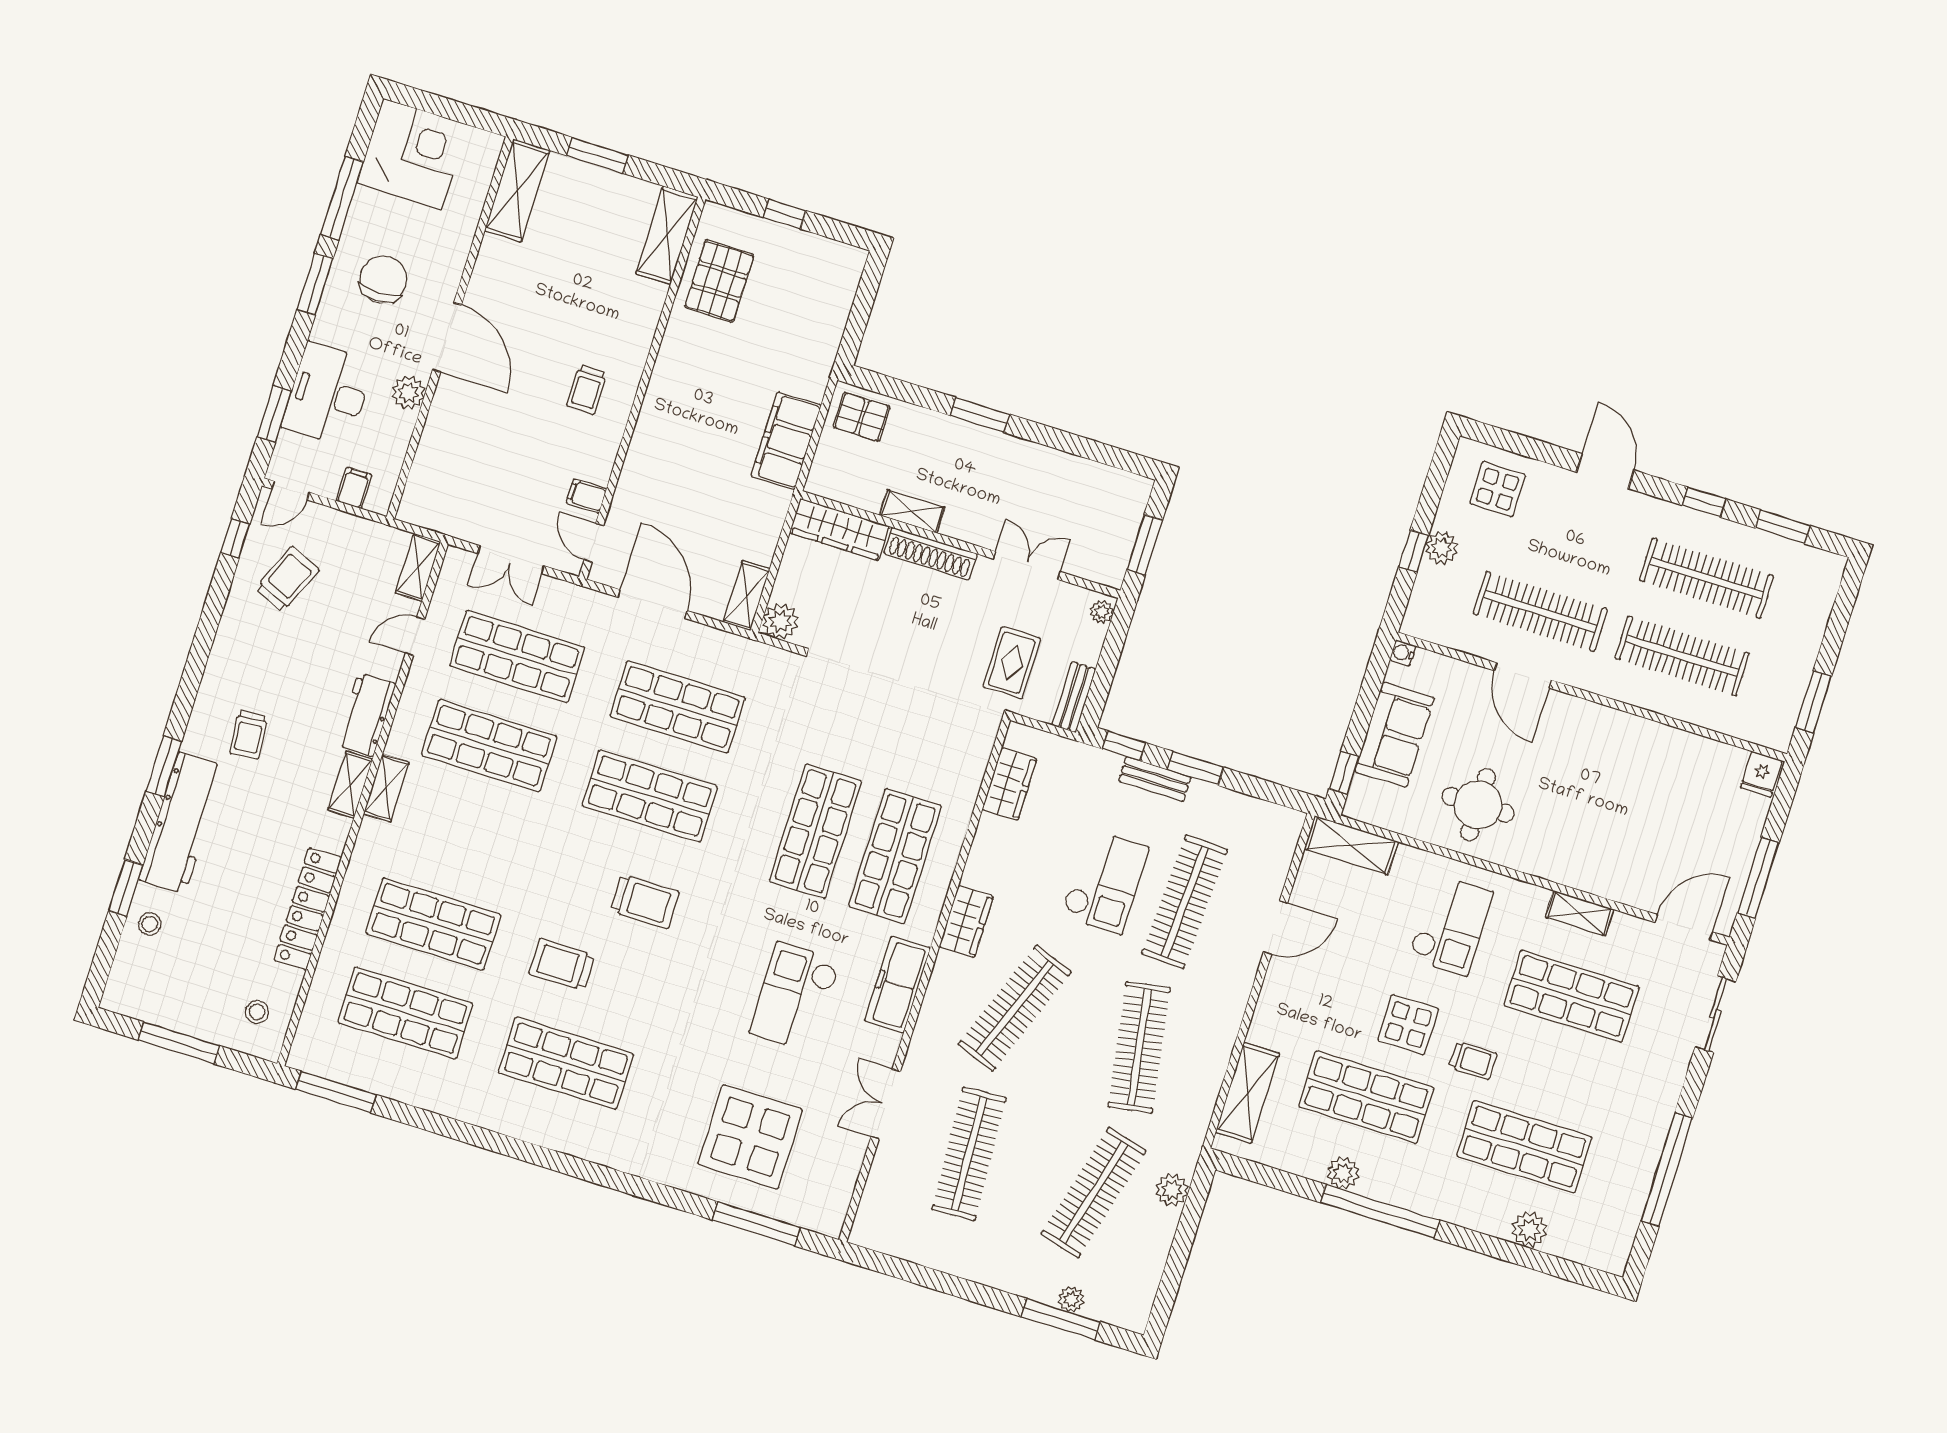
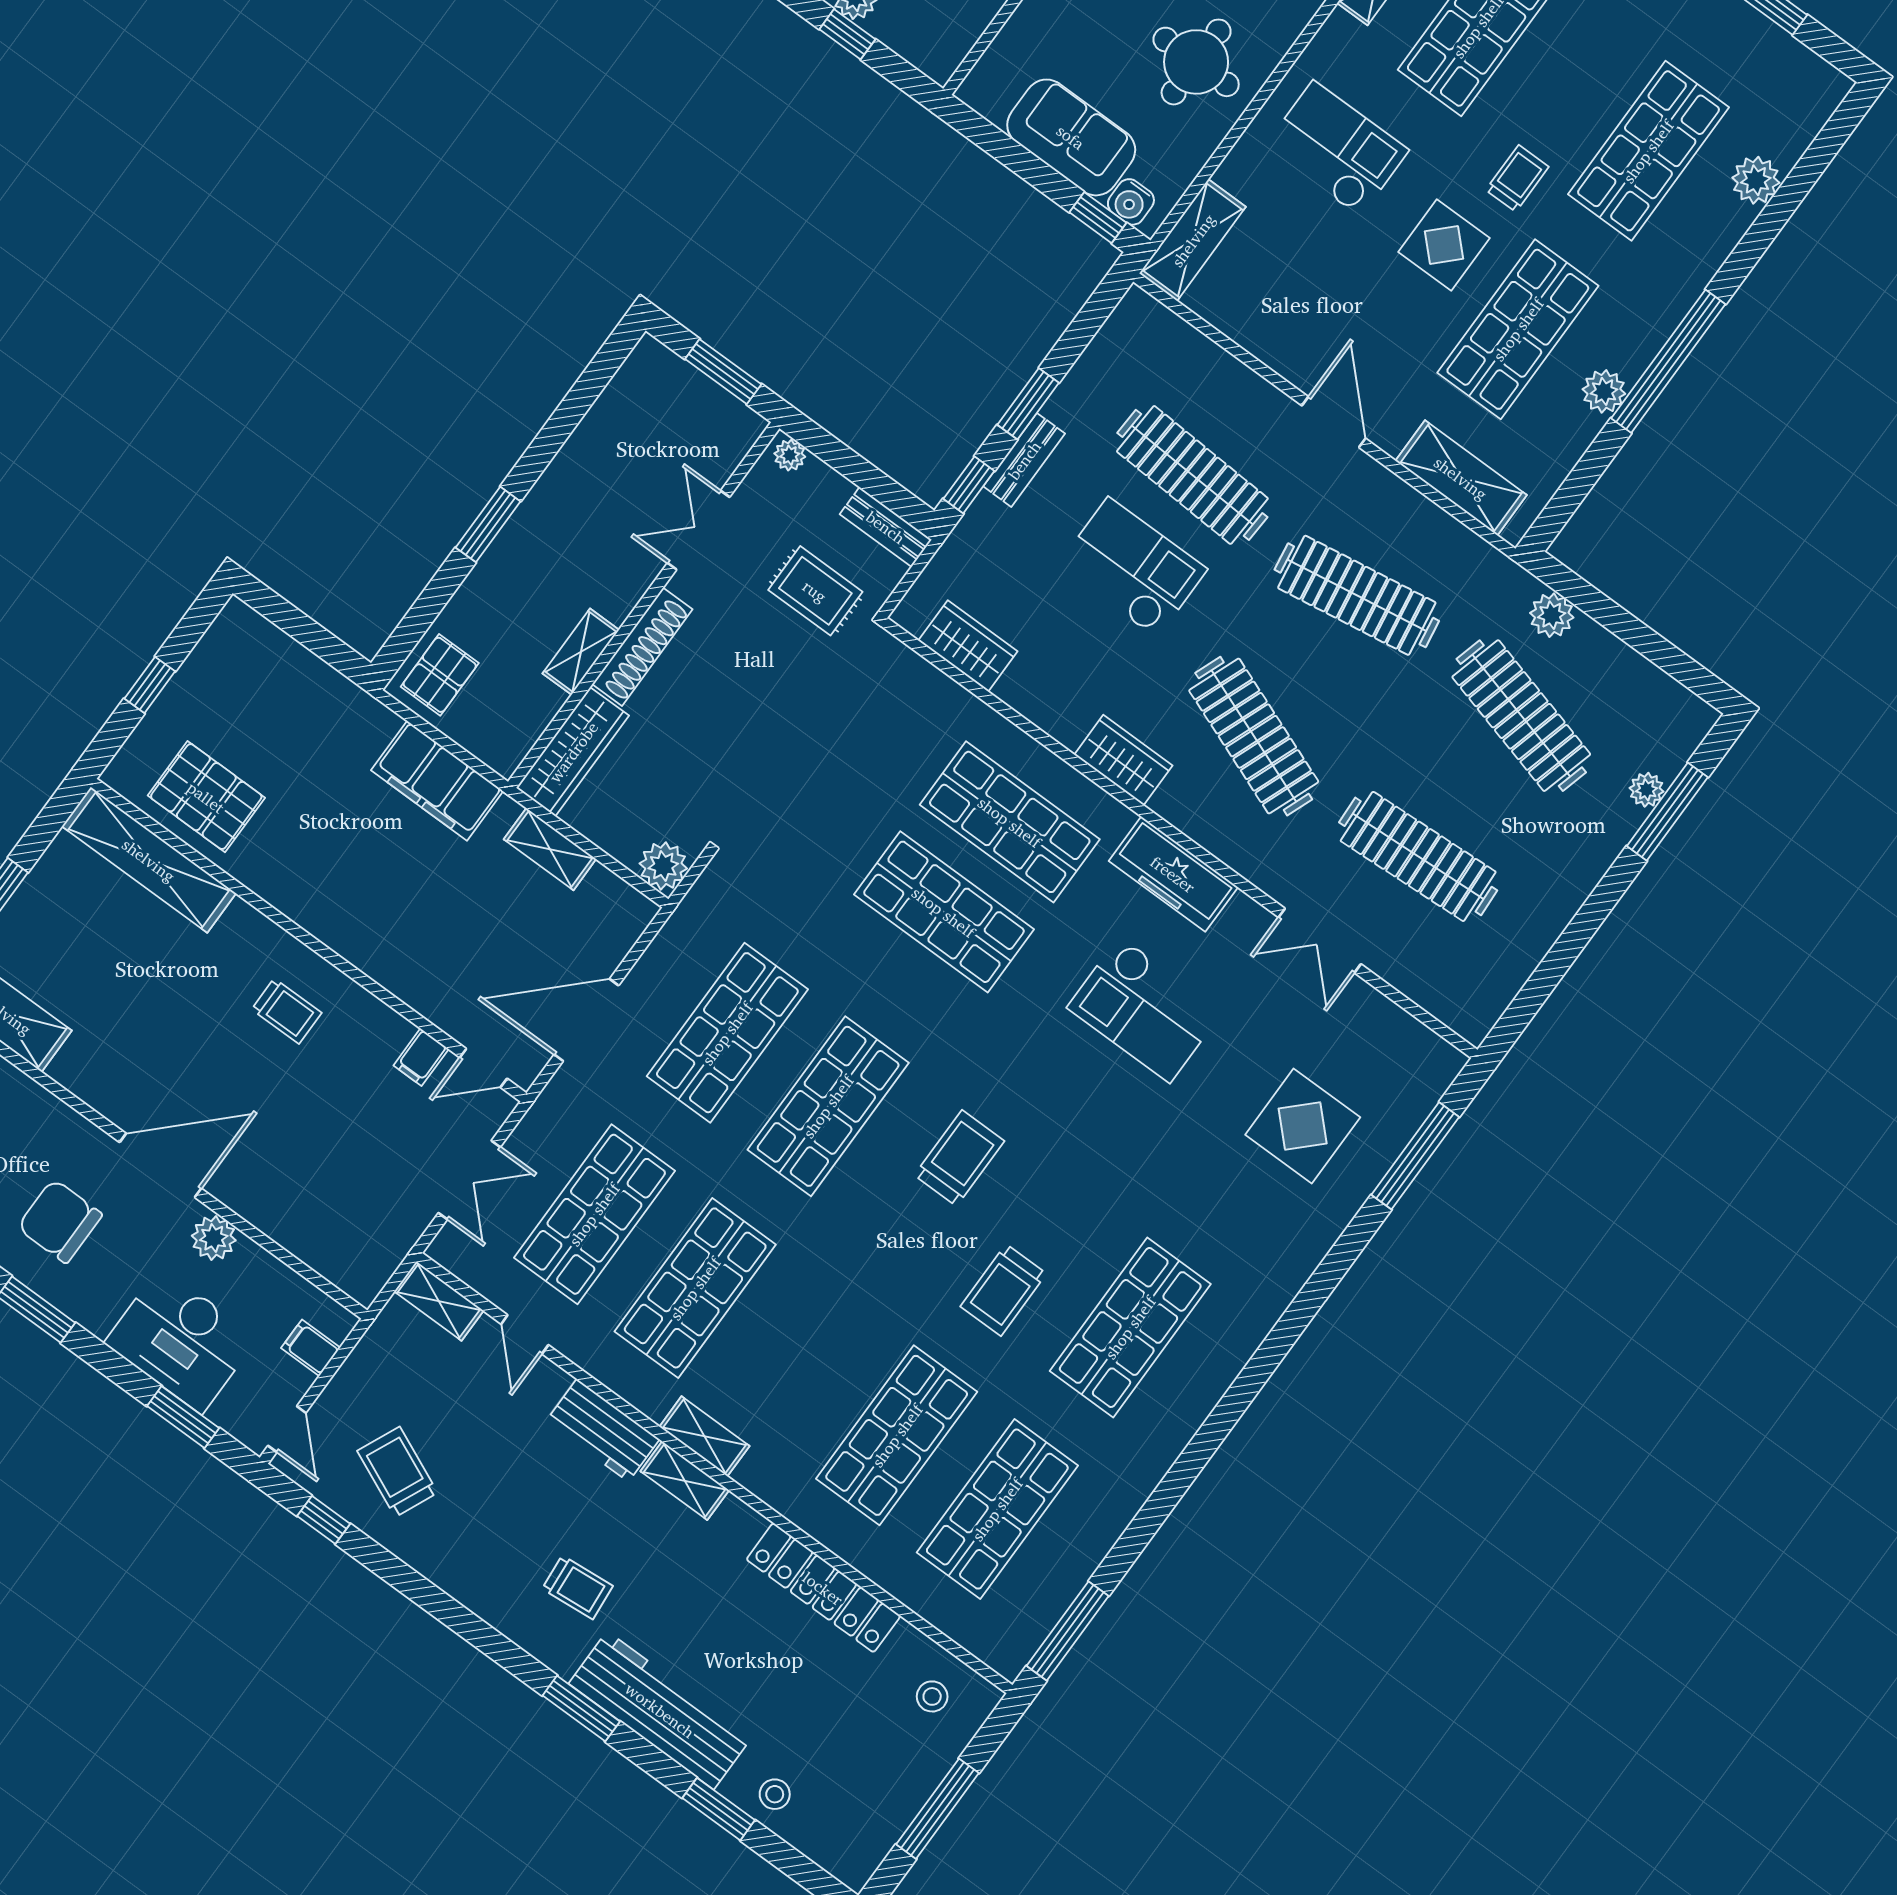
shelving: (667, 235) -> (149, 860), width x1.47
shelving: (746, 596) -> (550, 849), moved
water cooler: (1403, 653) -> (1131, 202), moved, width x1.38, depth x1.38
door: (1276, 928) -> (1334, 422), moved
display table: (750, 1137) -> (1303, 1126), width x0.73, depth x0.73

